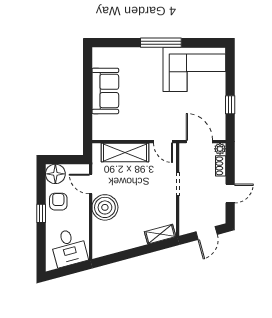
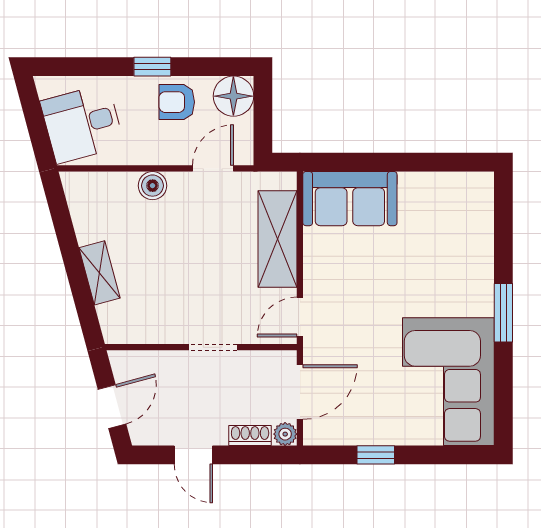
window: (161, 43) -> (503, 313), width x0.69
sofa: (105, 91) -> (350, 199), moved
armchair: (58, 202) -> (177, 102), turned 180
boiler: (105, 207) -> (153, 186), width x0.54, depth x0.54
door: (207, 233) -> (112, 407), swing flipped
shelving: (160, 234) -> (100, 273), moved

